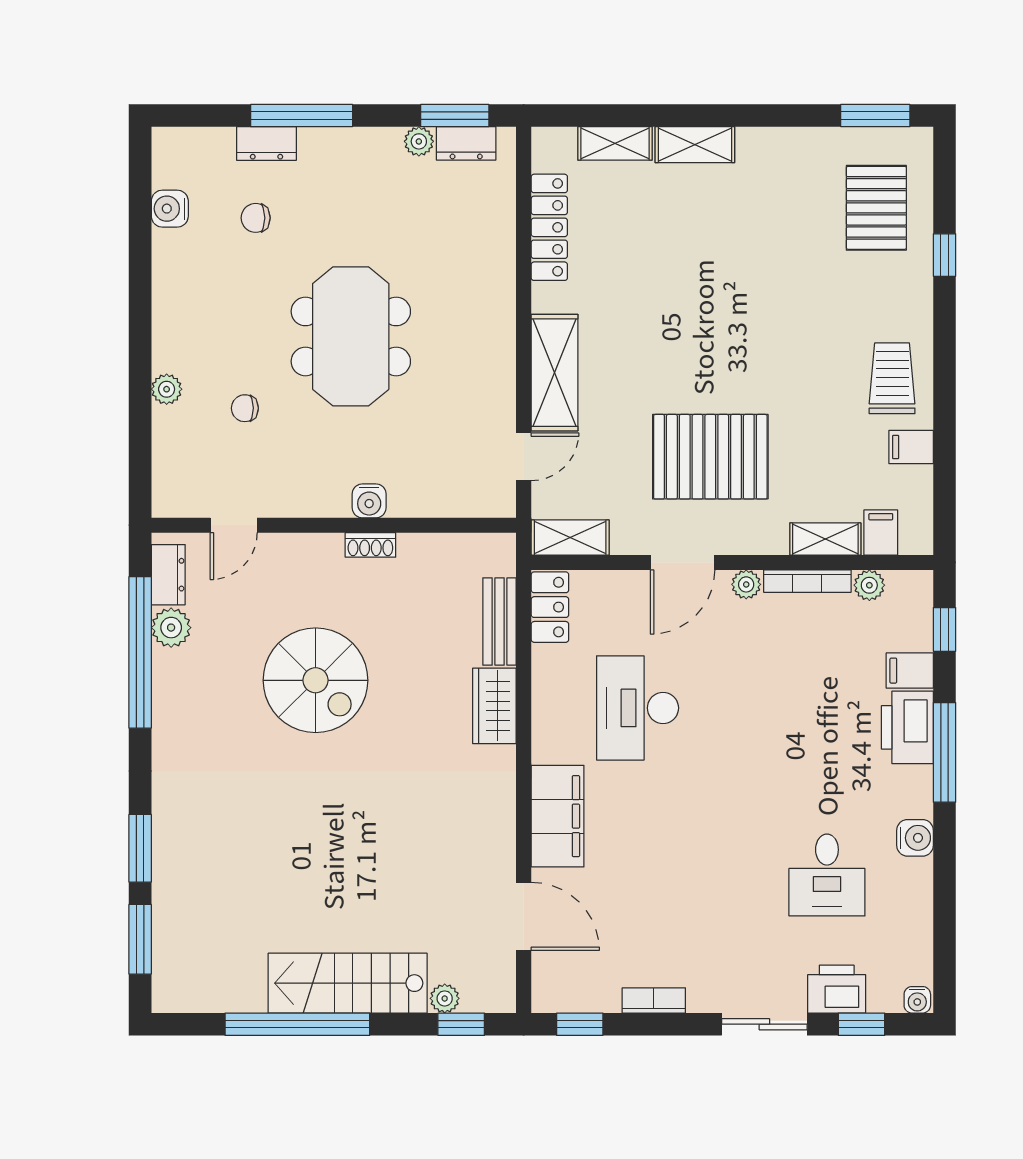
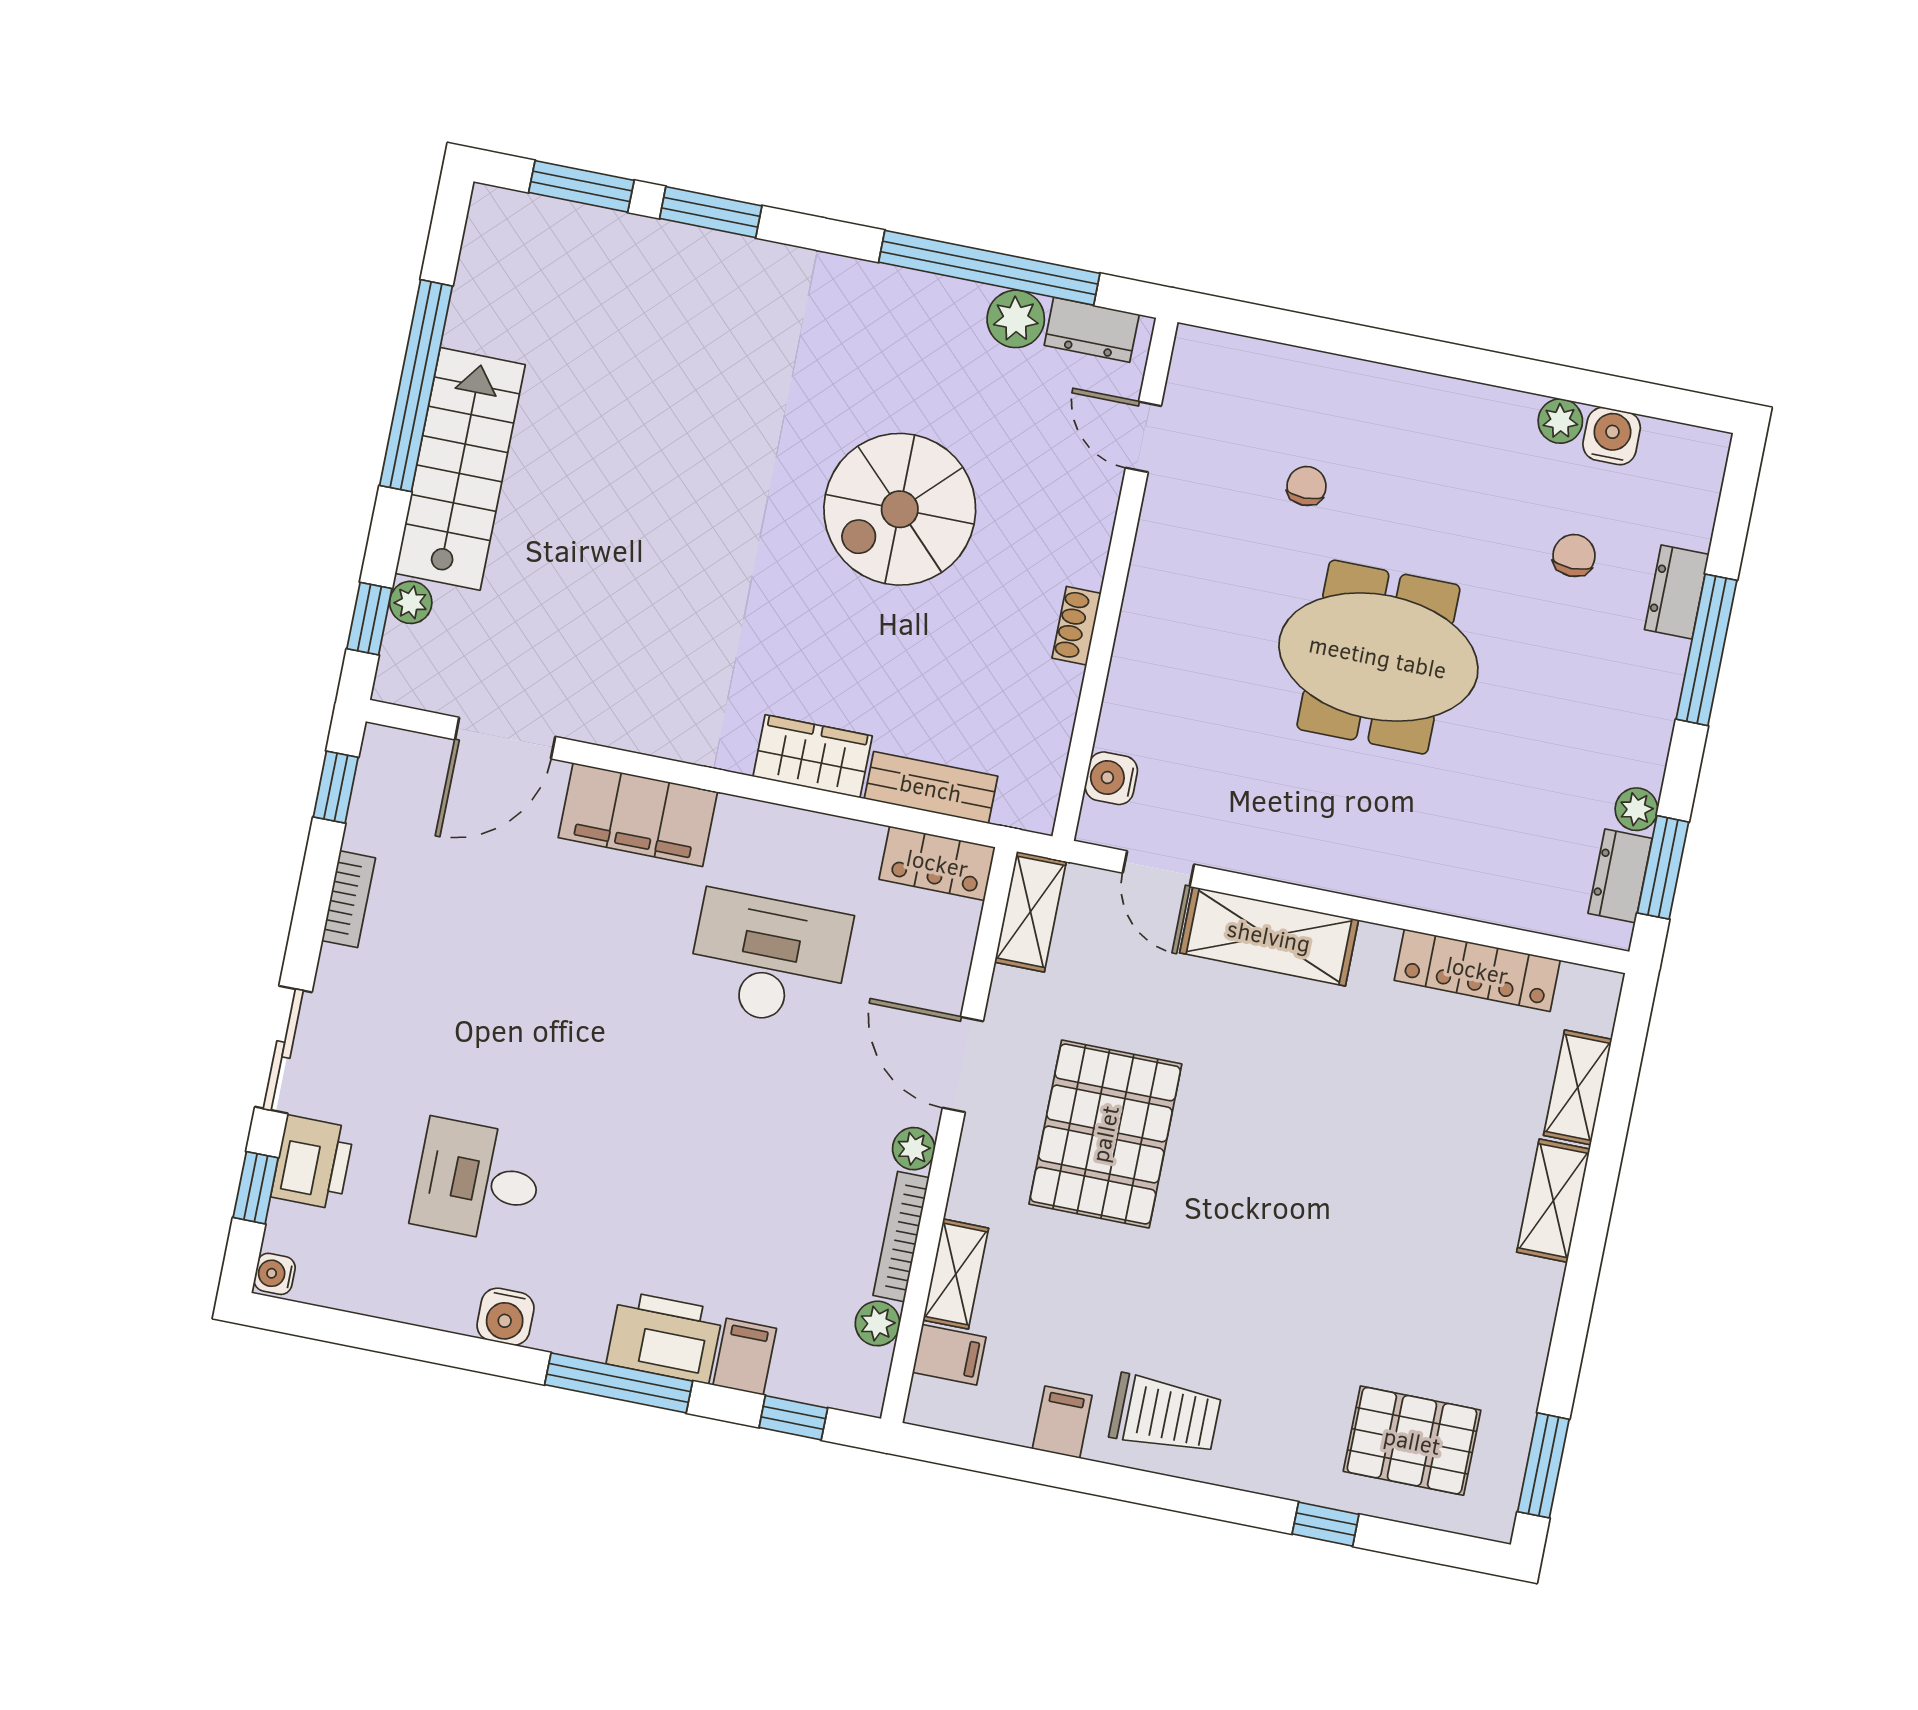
plant: (167, 389) -> (1560, 421), moved
water cooler: (369, 501) -> (1111, 778), moved

